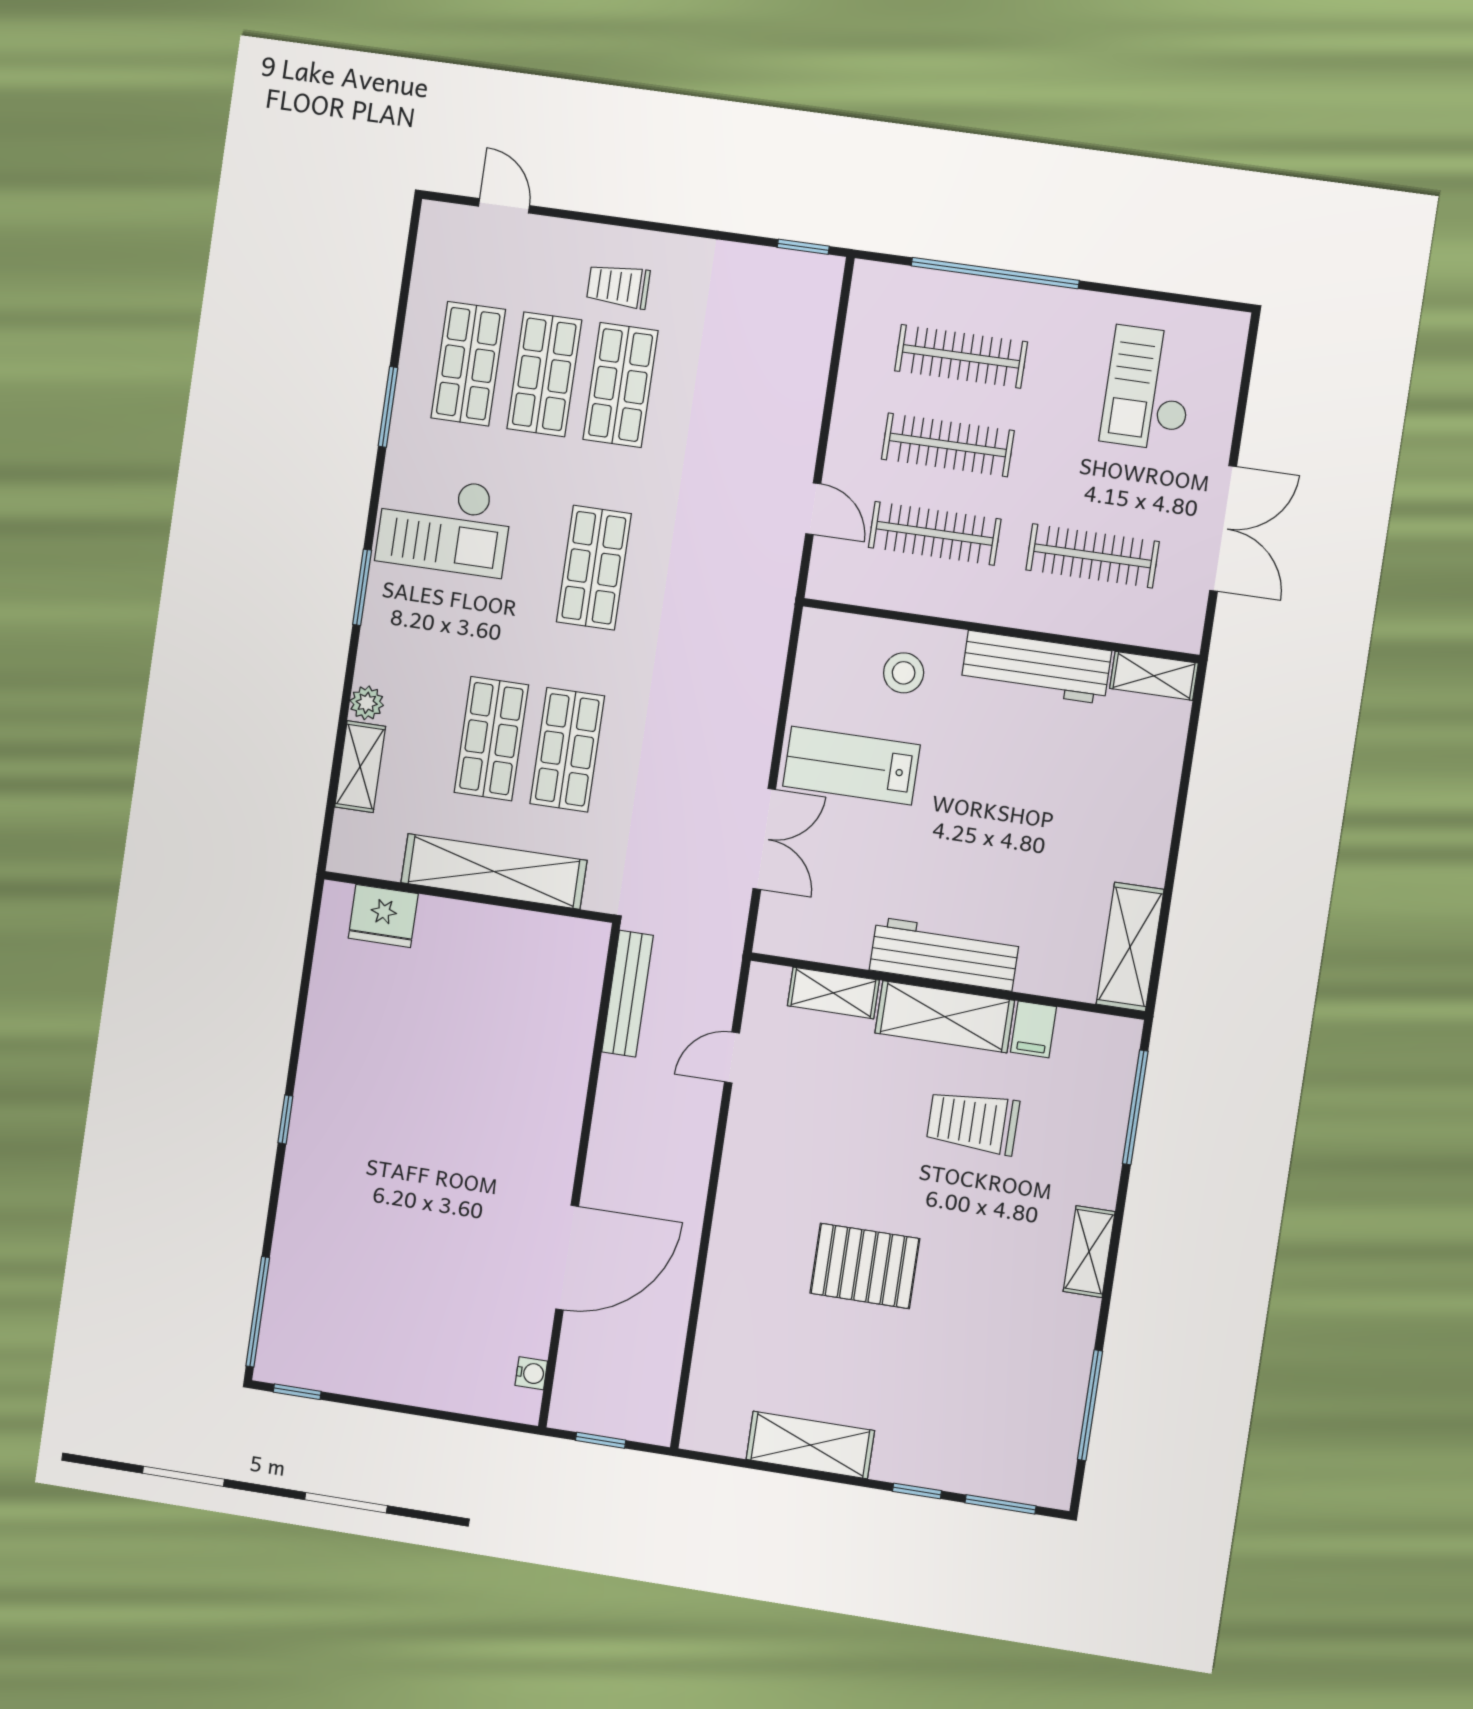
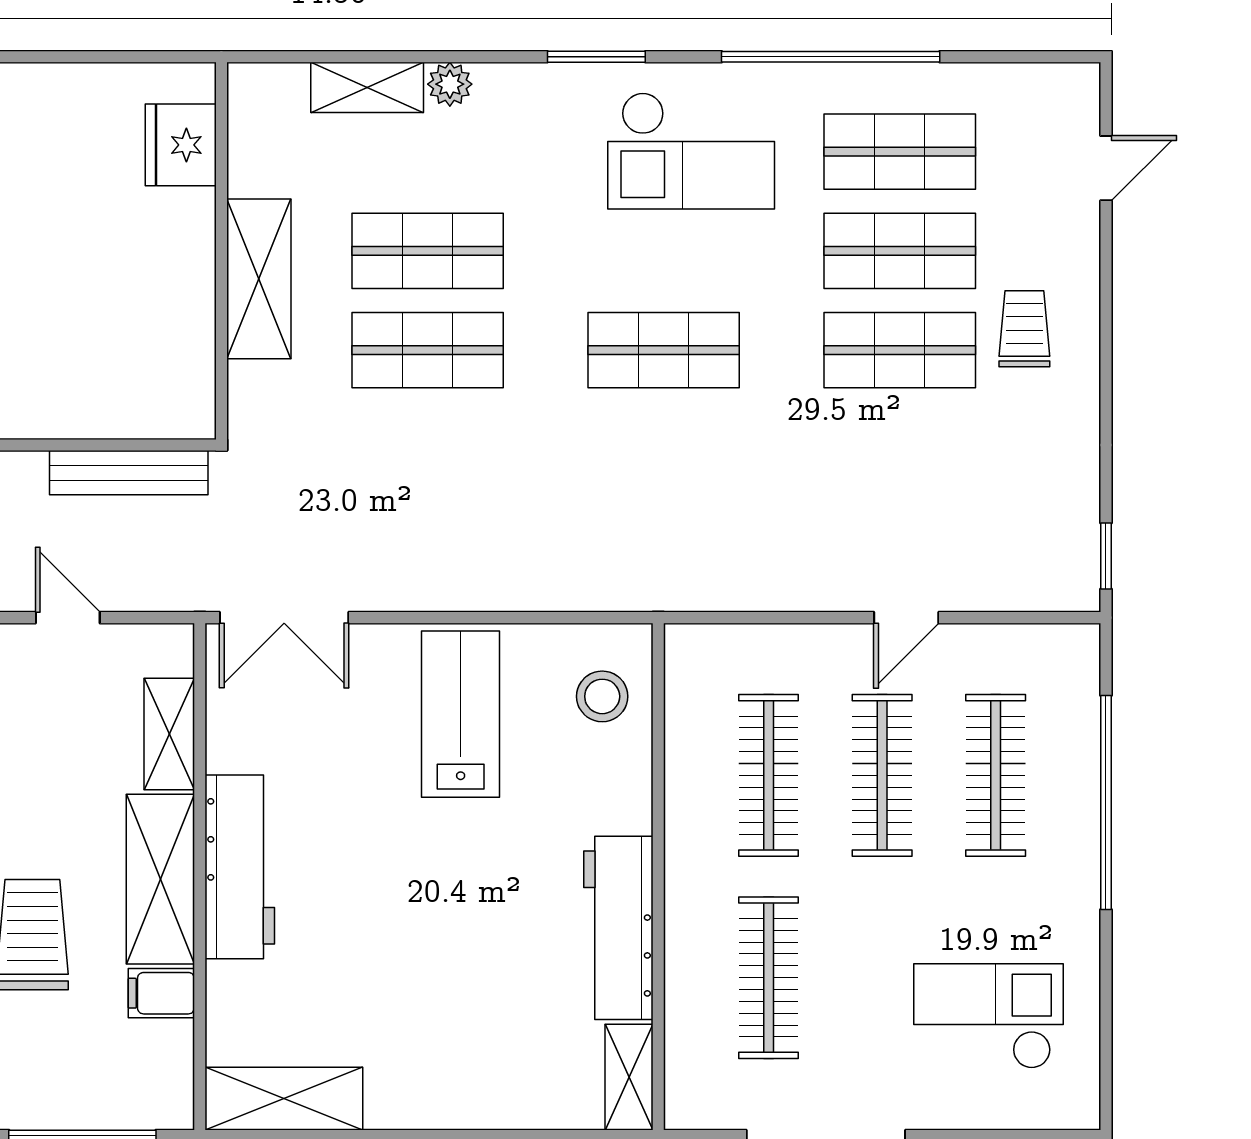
window: (388, 407) -> (831, 57), width x2.11
door: (813, 509) -> (906, 618), moved
checkout: (444, 525) -> (691, 151), turned -90
stool: (904, 673) -> (602, 696), moved
double door: (764, 839) -> (284, 618), moved
shelving: (494, 871) -> (259, 279), width x0.68

